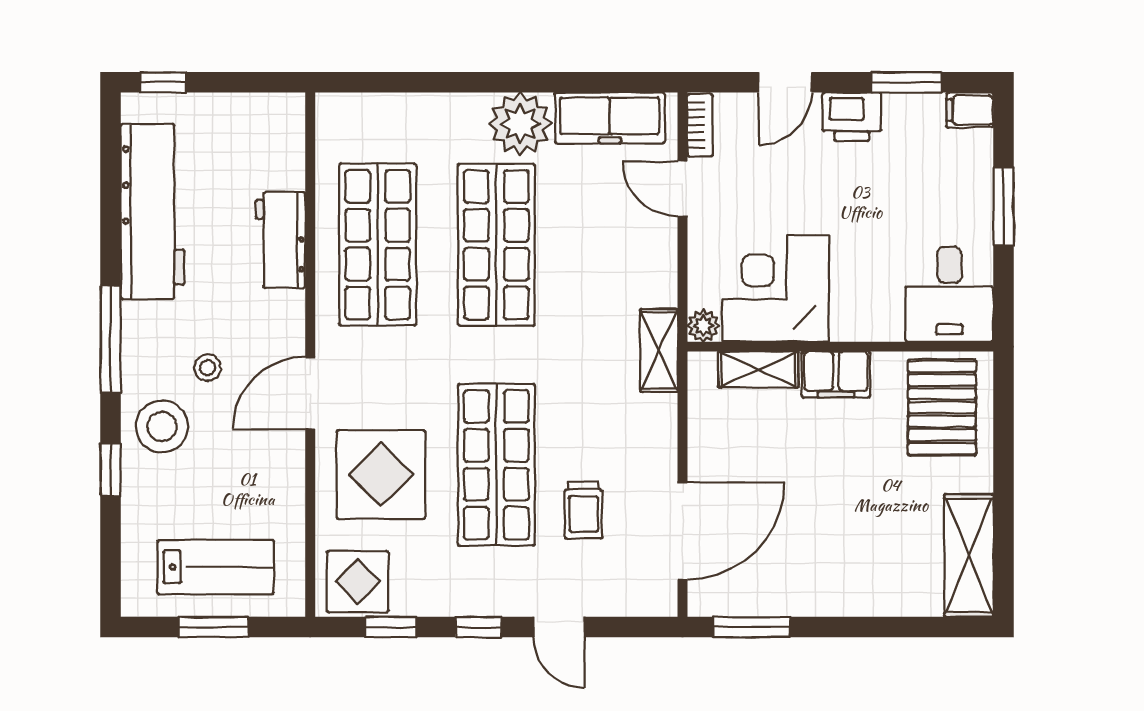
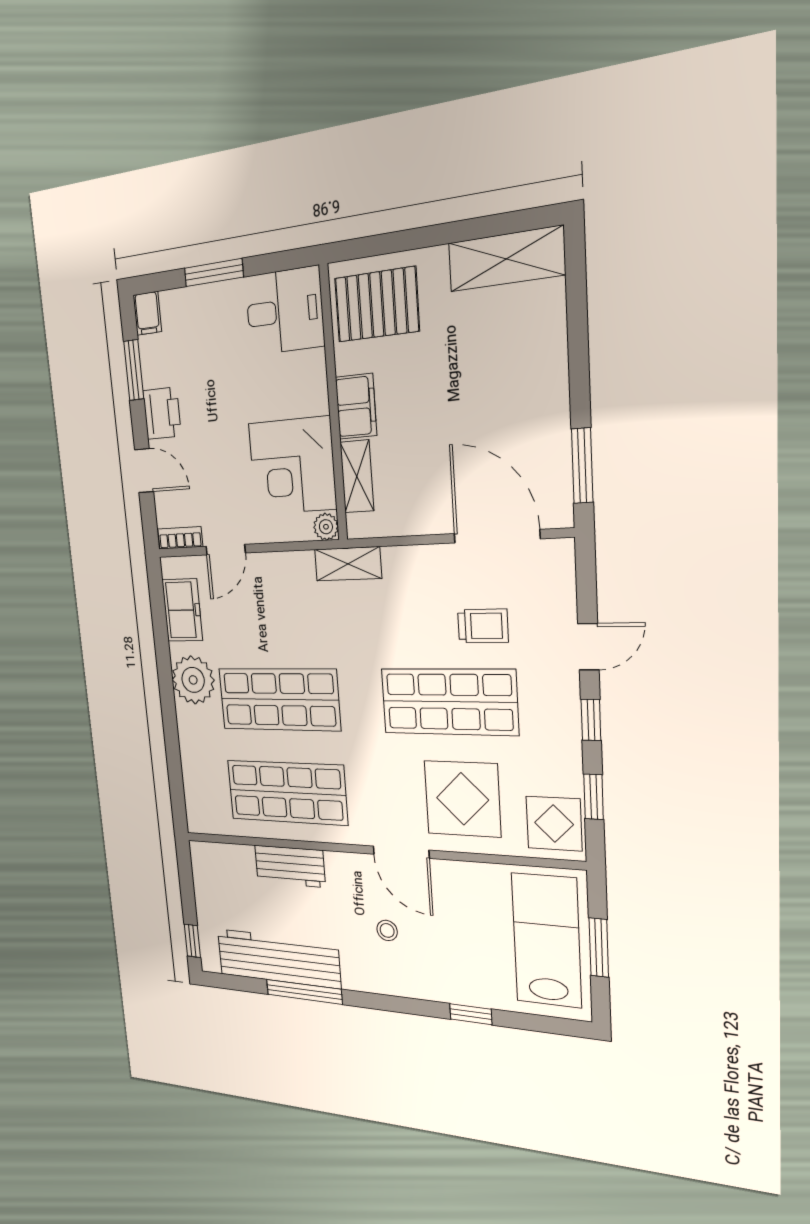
freezer: (610, 118) -> (182, 610), width x0.71
window: (111, 339) -> (304, 992), moved
stool: (162, 427) -> (434, 970), removed
lab bench: (216, 567) -> (546, 940), width x1.36, depth x1.39

